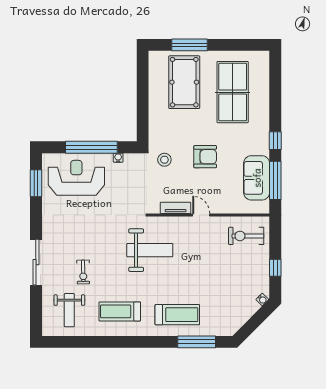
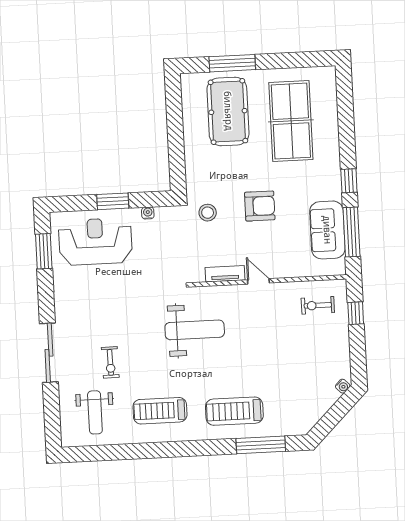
window: (91, 147) -> (113, 201), width x0.47
exercise bike: (246, 236) -> (318, 305), width x0.73, depth x0.72
window: (275, 268) -> (356, 313), moved
treadmill: (177, 315) -> (234, 411), turned 180

